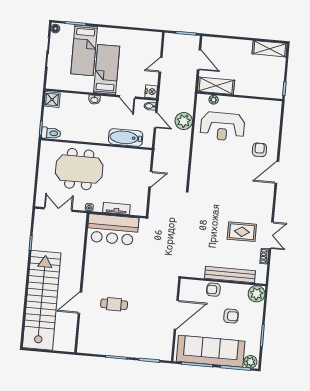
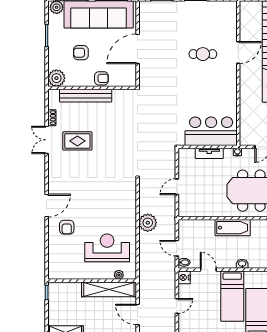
shelving: (216, 86) -> (109, 289), width x1.47
plant: (184, 121) -> (148, 223), moved
bathtub: (126, 138) -> (233, 228), moved

